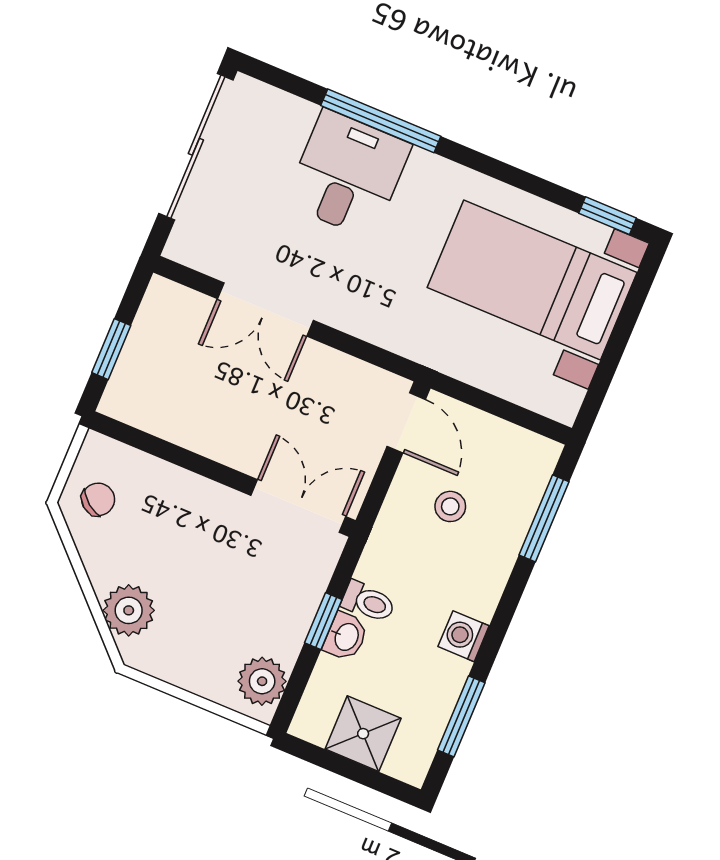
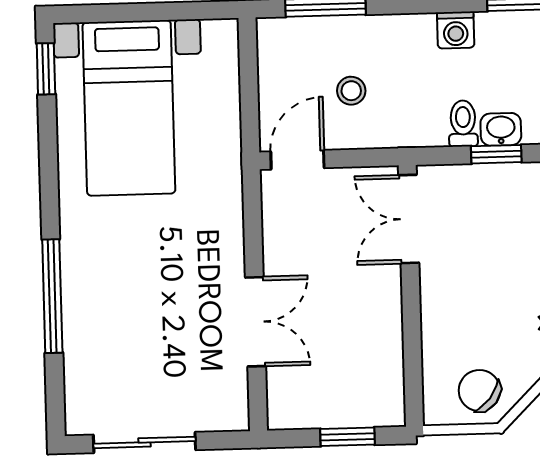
sliding door: (196, 147) -> (145, 442), width x0.73
desk: (348, 174) -> (110, 304), removed
chair: (98, 499) -> (479, 391), width x1.37, depth x1.37

